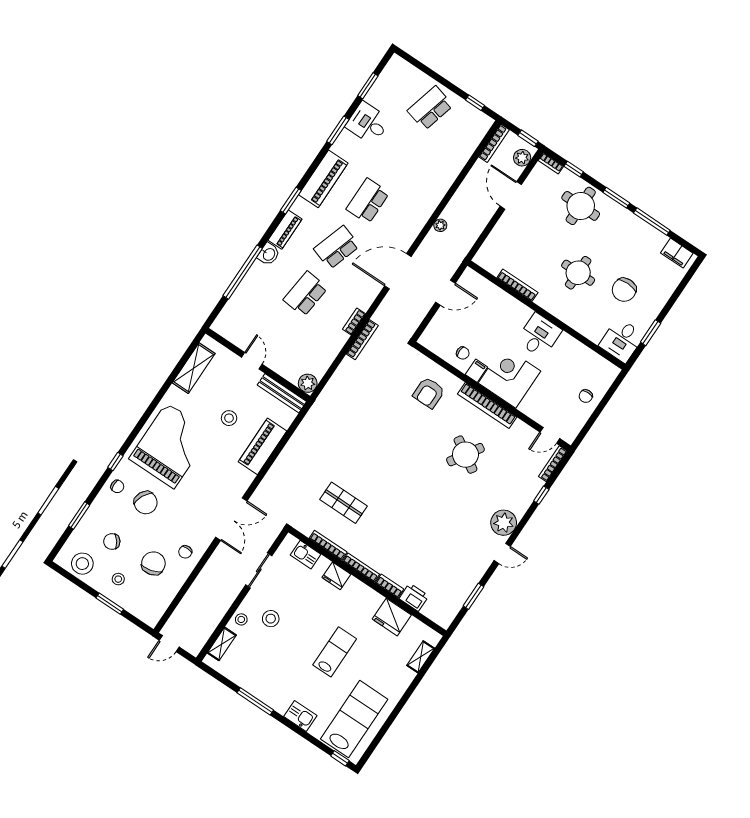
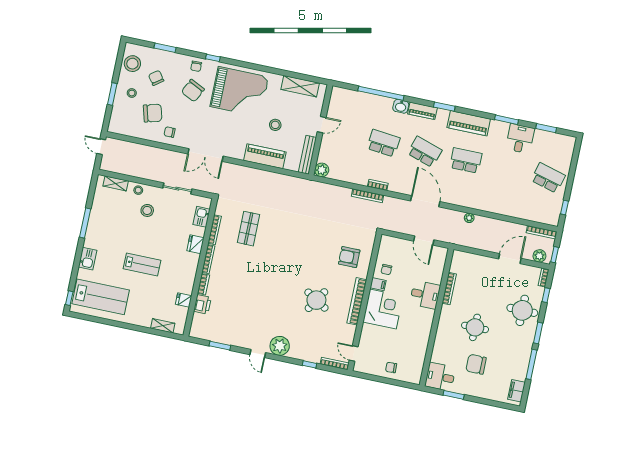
desk: (539, 336) -> (425, 295), moved
fridge: (392, 617) -> (184, 300), width x0.53, depth x0.75

